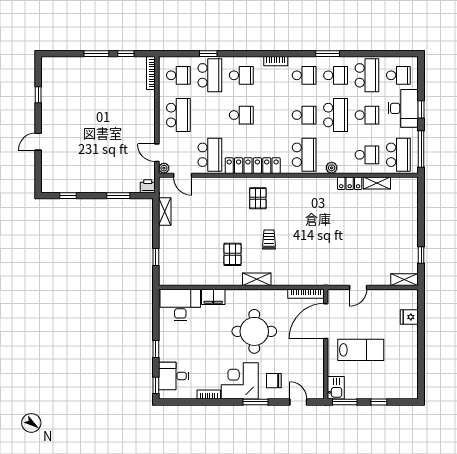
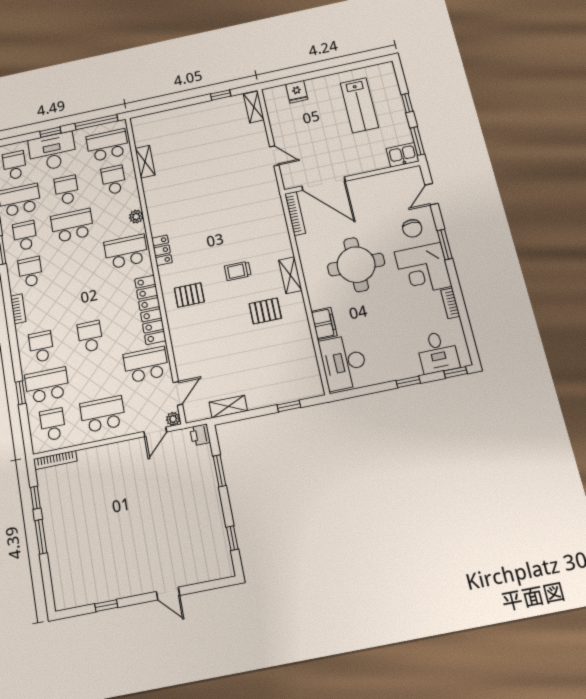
school desk: (304, 115) -> (78, 262), removed
locker: (350, 183) -> (162, 250), moved
lab bench: (361, 350) -> (359, 105), moved, turned 180

